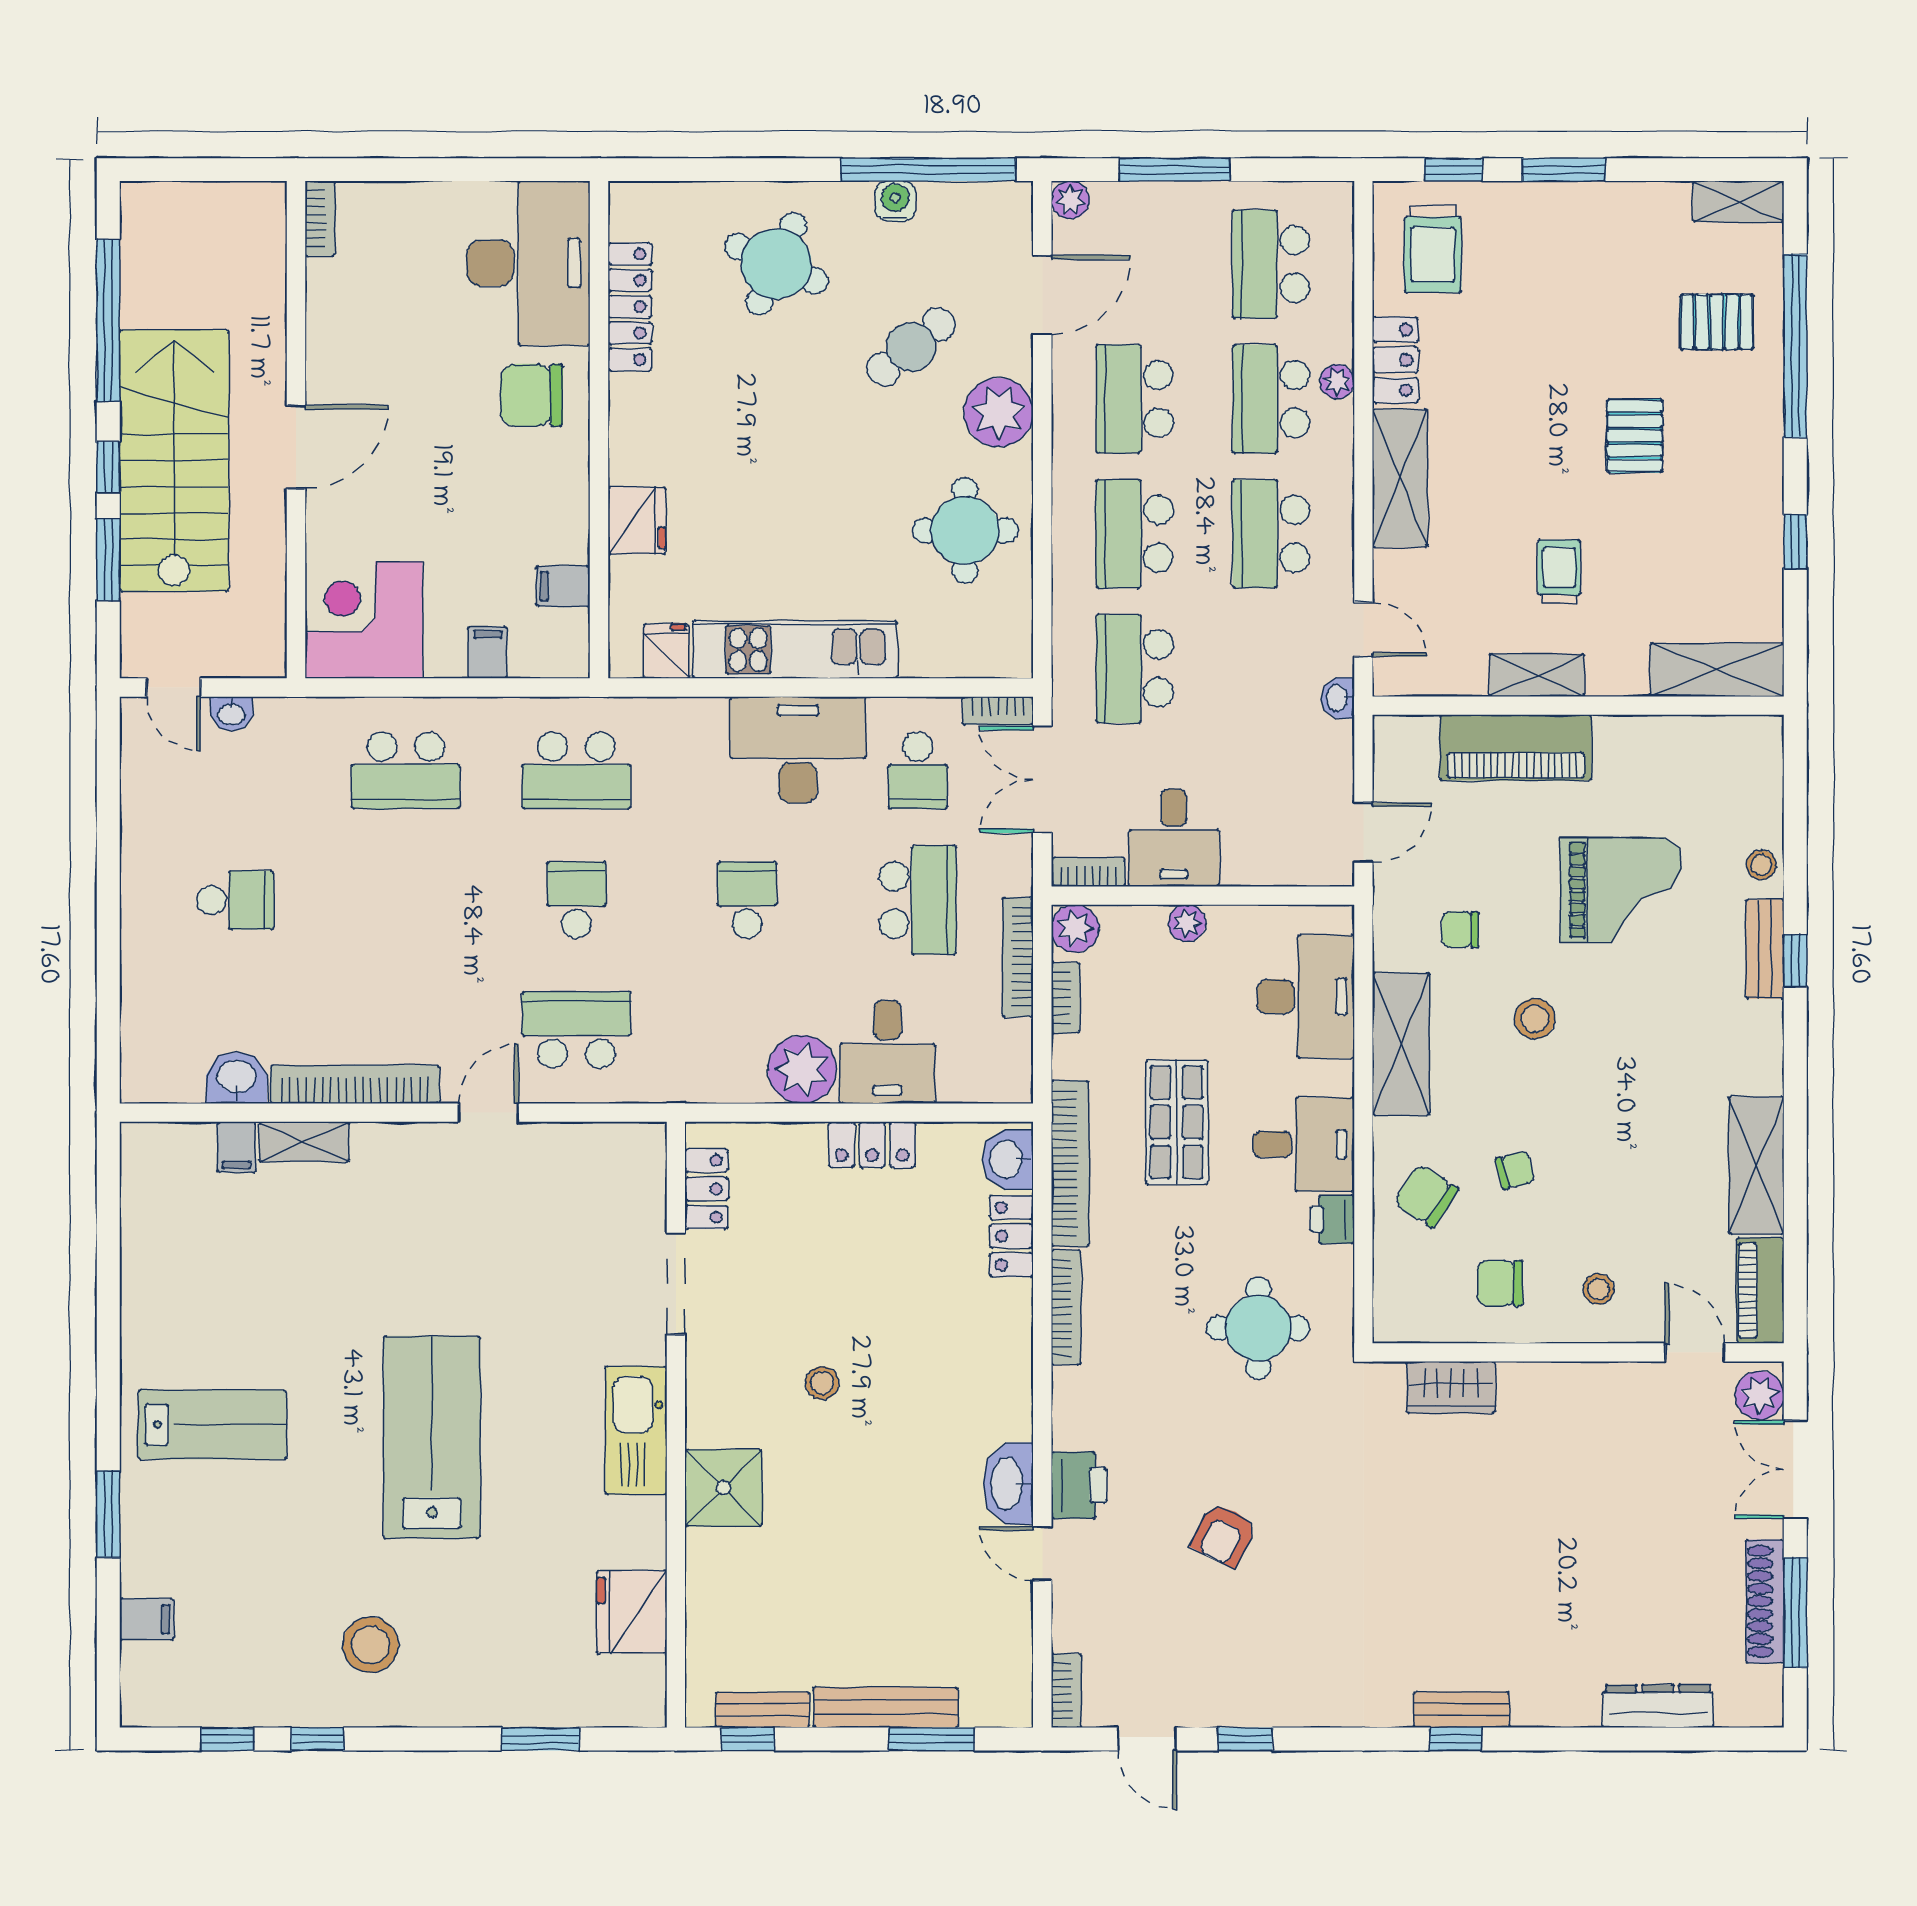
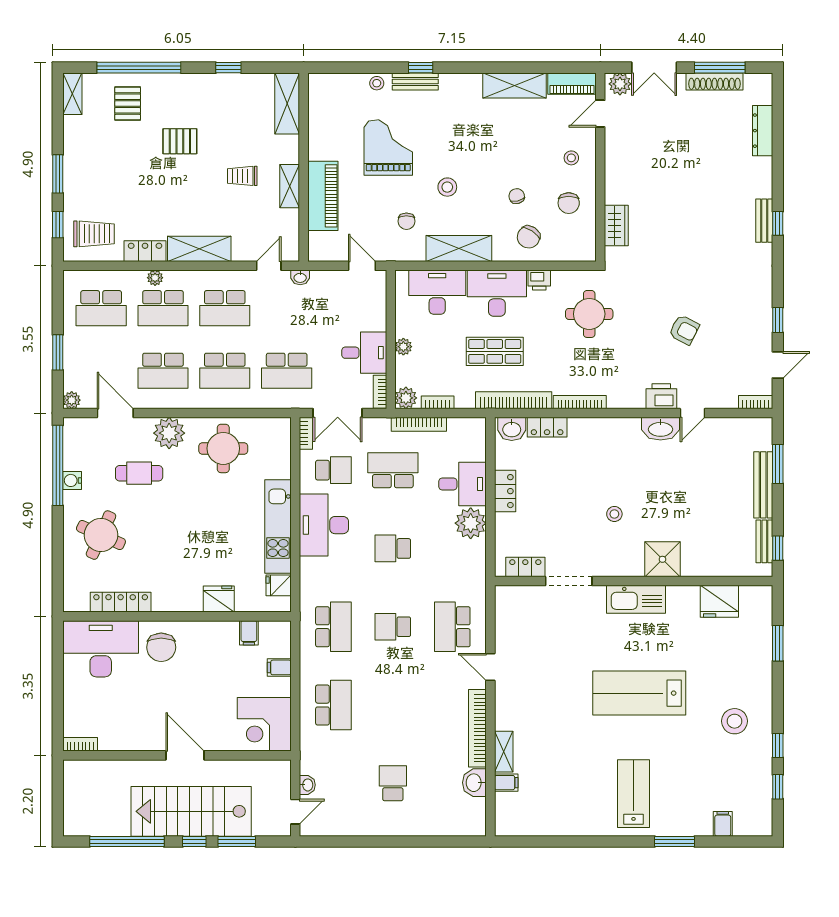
window: (1175, 170) -> (58, 352), width x0.69
cafe table: (911, 347) -> (139, 473), turned -51
desk: (1304, 1144) -> (497, 293), width x1.37

